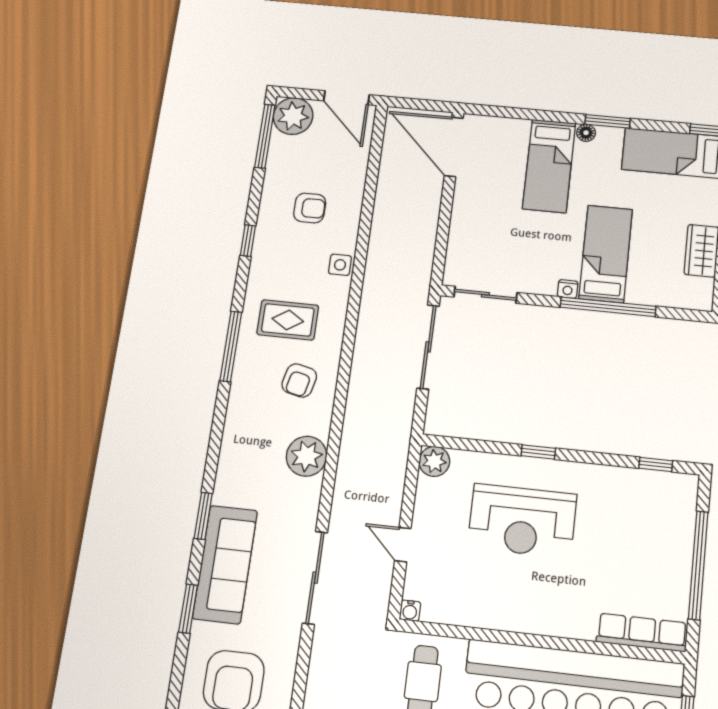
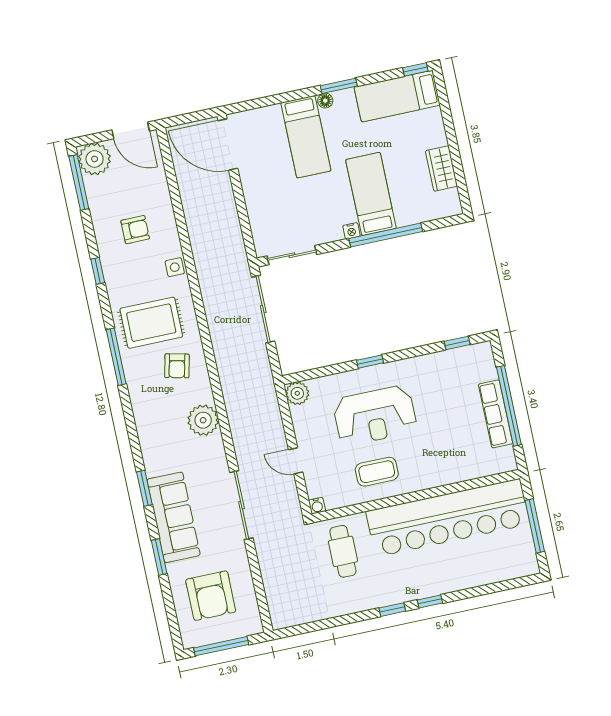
rug: (288, 320) -> (151, 323), width x1.36, depth x1.43
coffee table: (501, 593) -> (377, 472), added
row of seats: (642, 633) -> (496, 414), moved, turned -90

